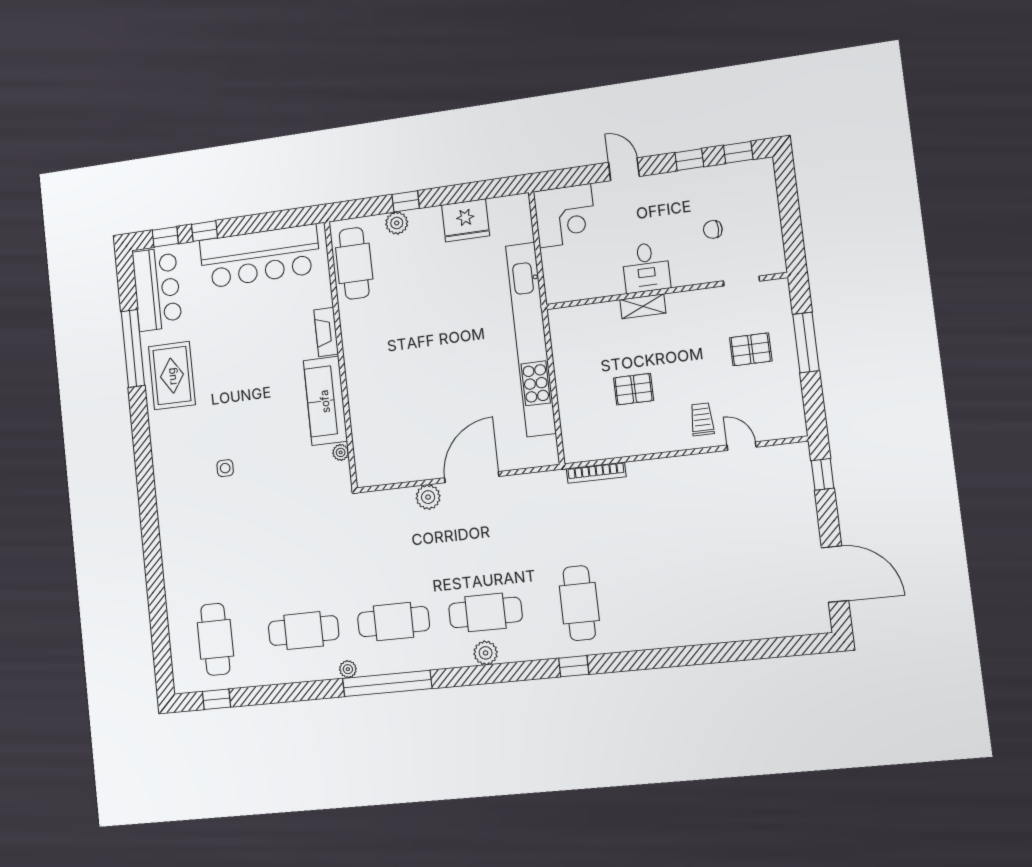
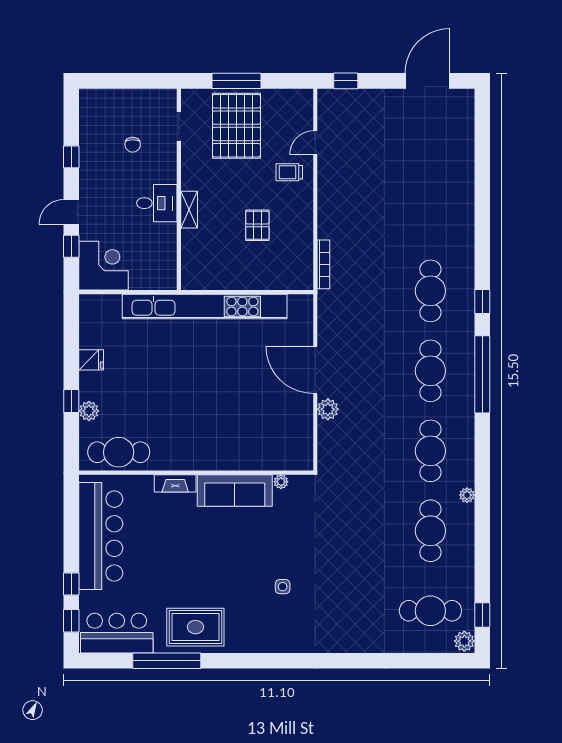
window: (738, 152) -> (71, 246), moved
fridge: (466, 220) -> (91, 360), width x0.53, depth x0.75
pallet: (751, 349) -> (236, 126), width x2.05, depth x2.00
cafe table: (579, 603) -> (430, 291), turned 90
plant: (486, 653) -> (464, 641), moved
window: (387, 684) -> (482, 374), moved

